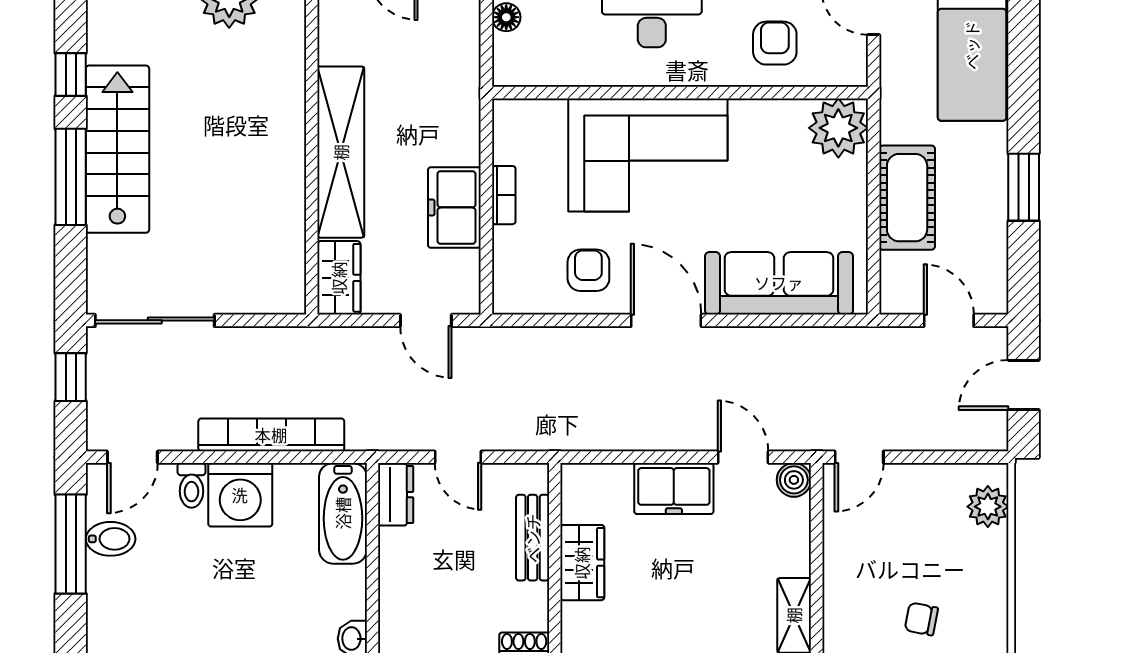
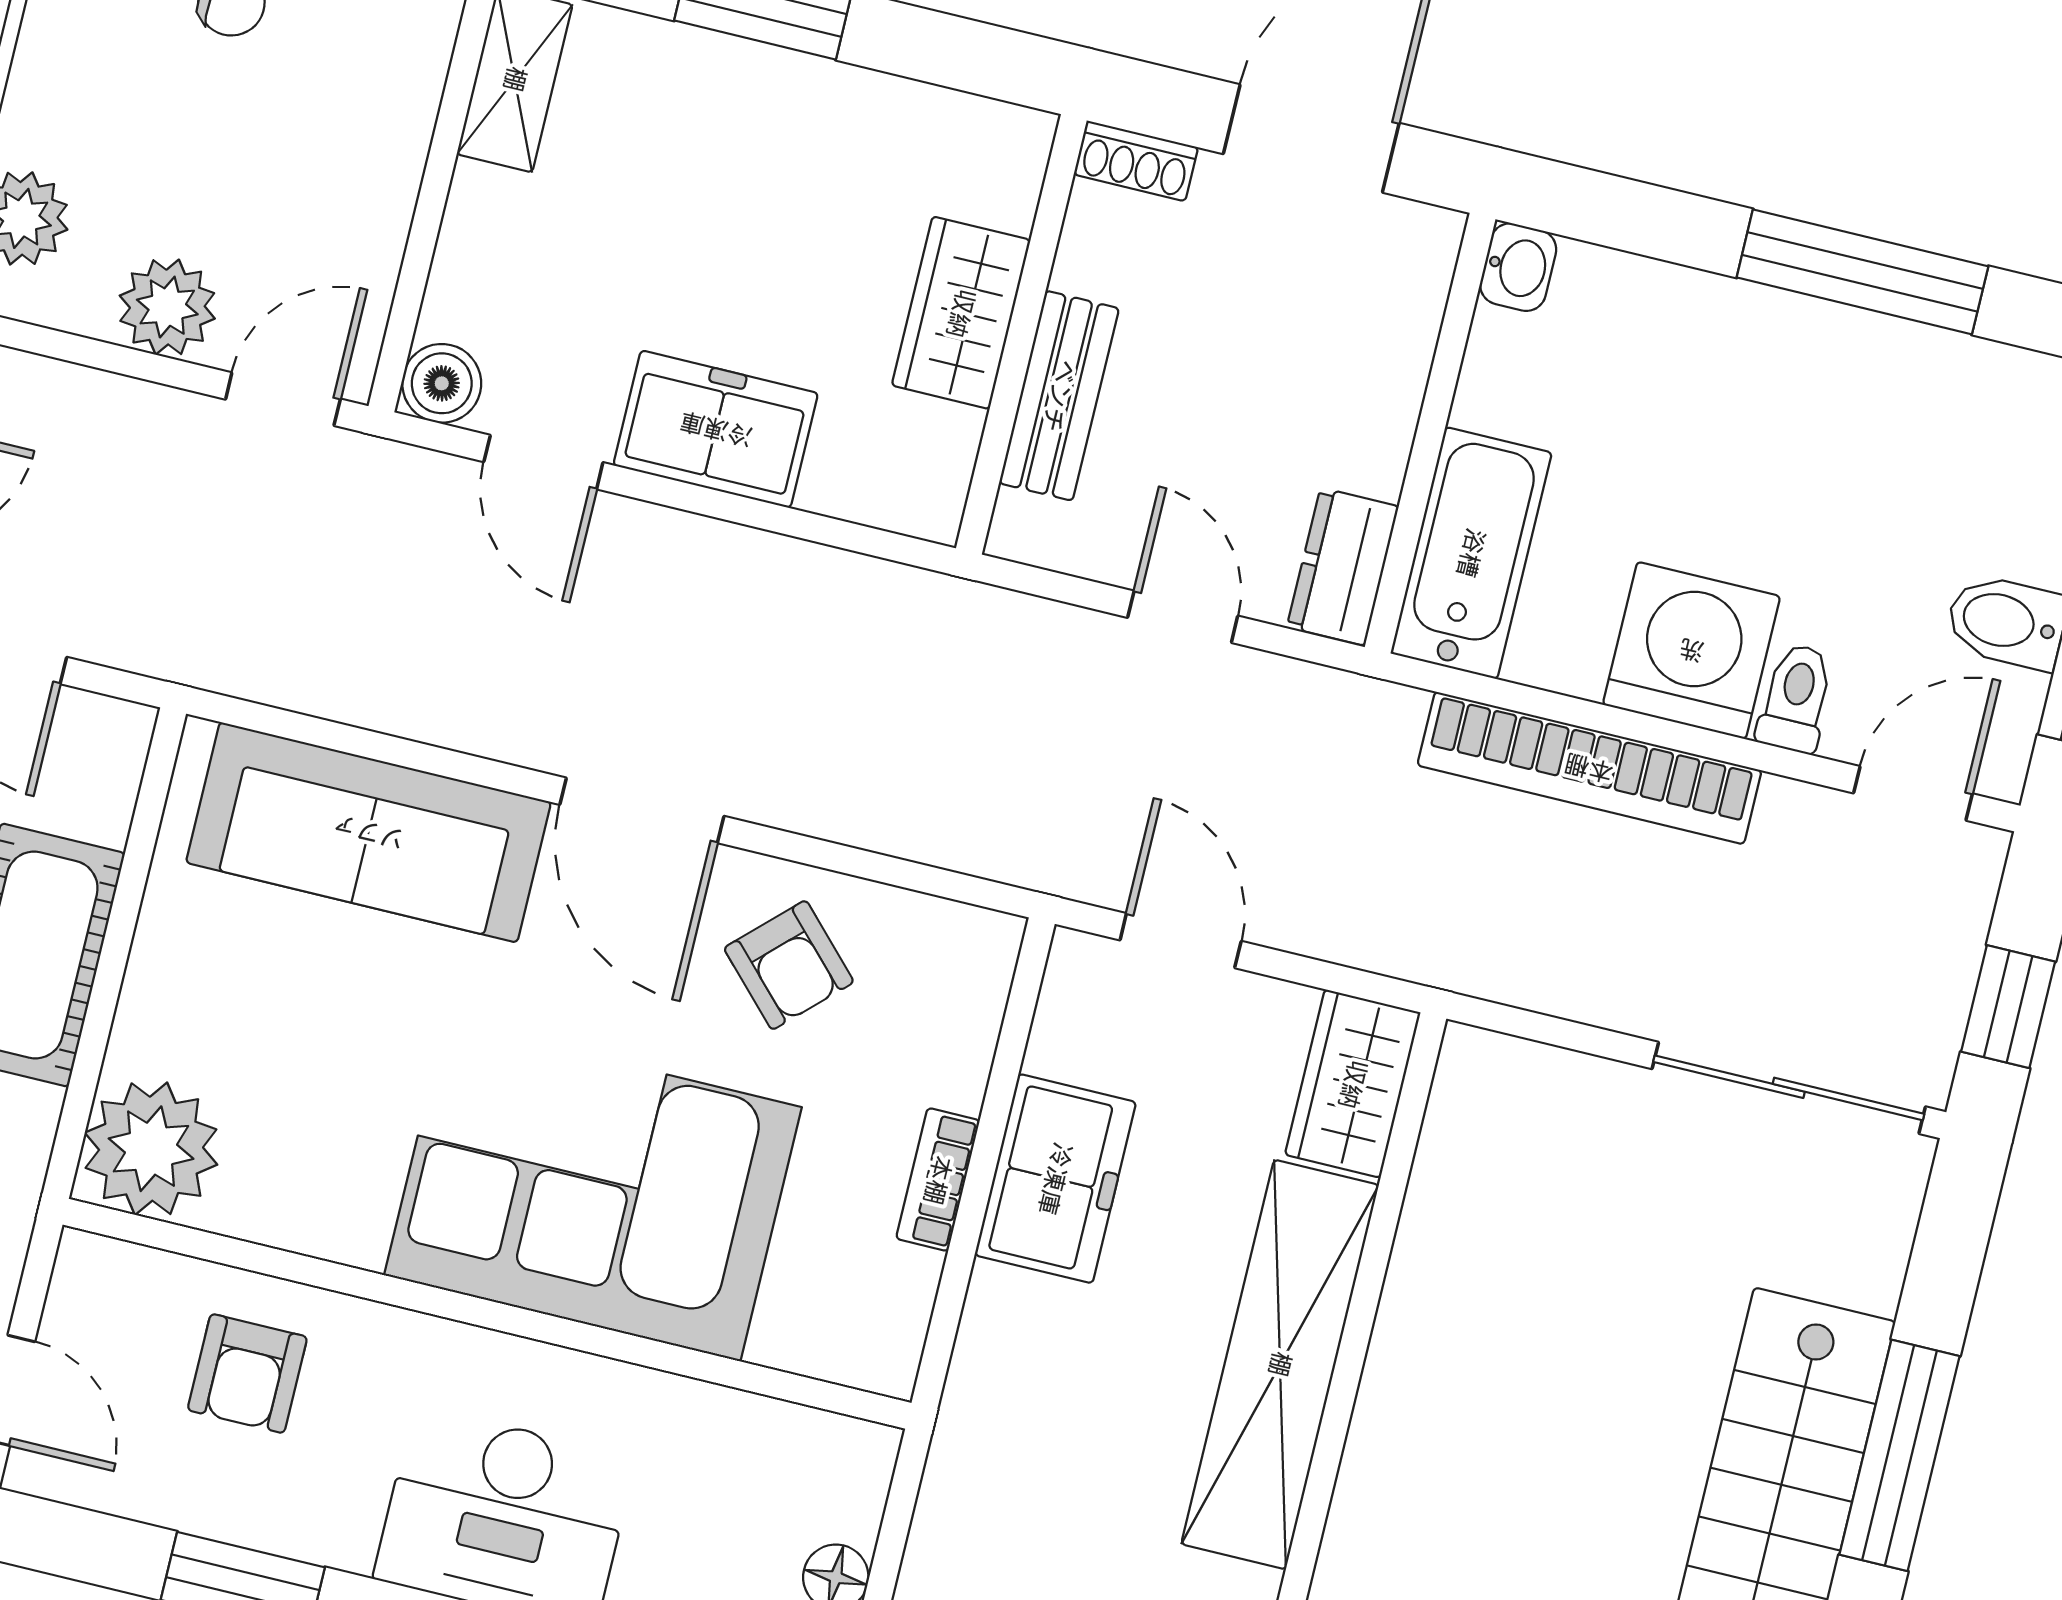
armchair: (588, 270) -> (789, 965), turned -44
plant: (917, 484) -> (167, 307), added

